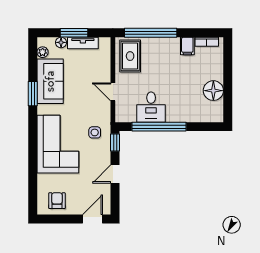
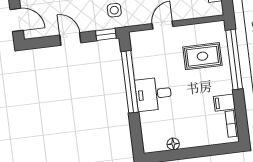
rug: (130, 56) -> (202, 56), moved
floor lamp: (213, 91) -> (173, 144), width x0.53, depth x0.53
desk: (151, 107) -> (154, 94), moved

